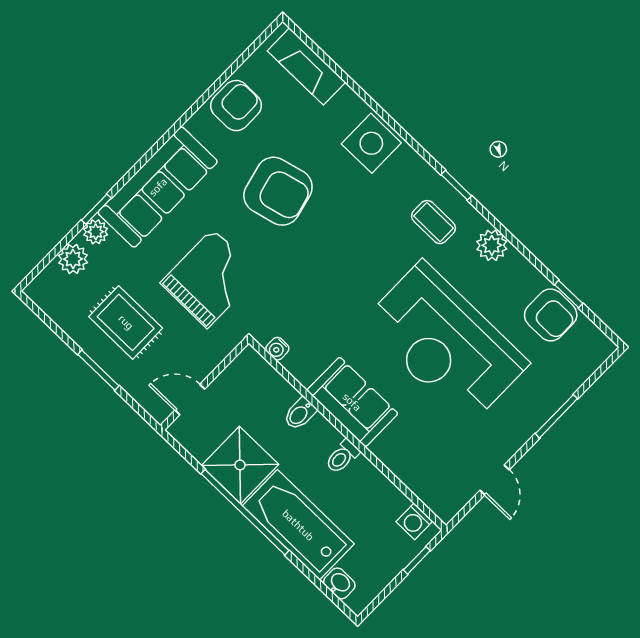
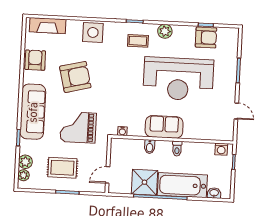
plant: (96, 232) -> (23, 175), moved
grand piano: (210, 279) -> (78, 127), turned -90

